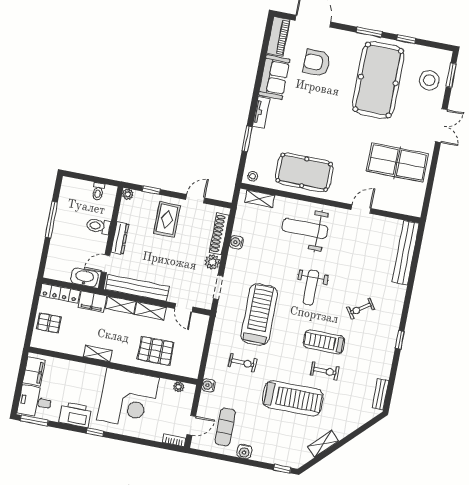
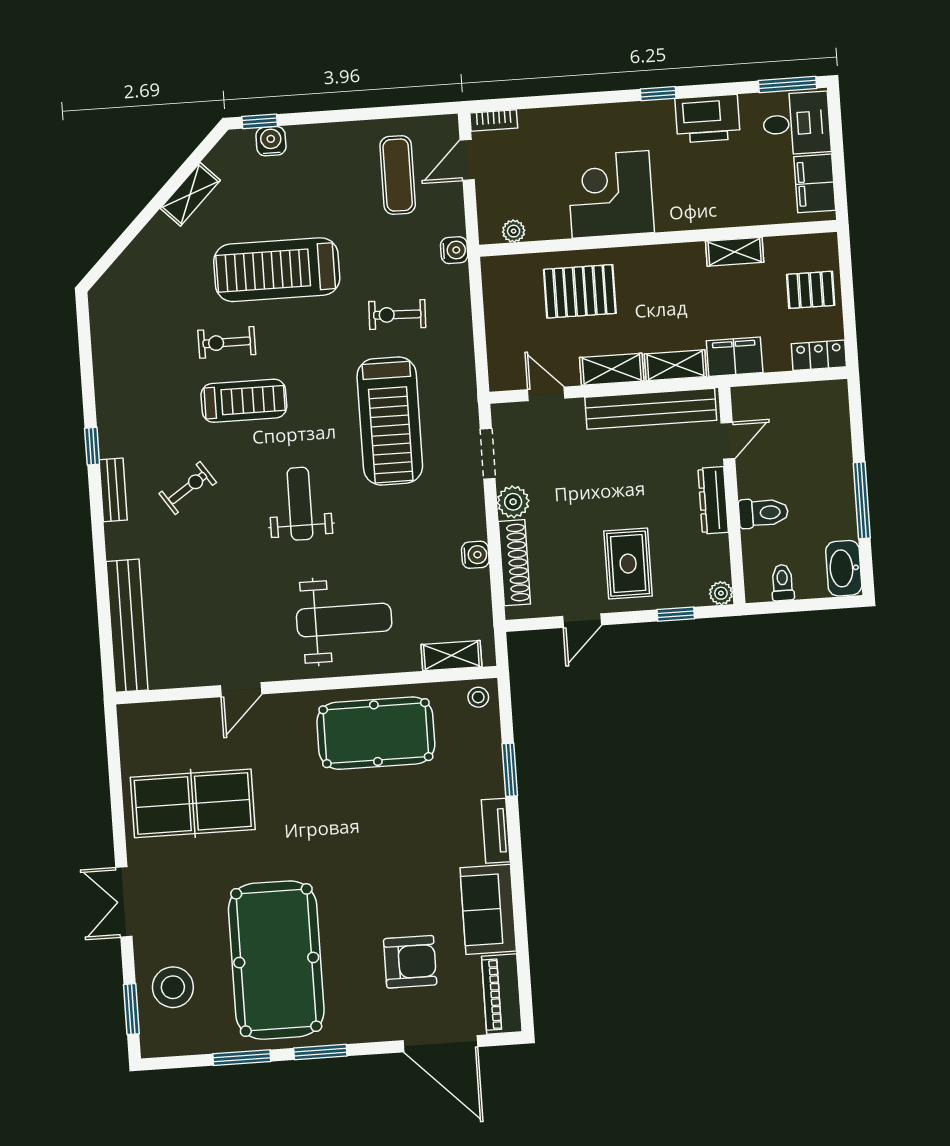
window: (406, 39) -> (242, 1058), width x1.50
washbasin: (84, 277) -> (844, 568), moved, turned 90
locker: (60, 293) -> (819, 355), width x0.66
shelving: (98, 354) -> (735, 252), moved
bench: (380, 394) -> (113, 490), moved
corner desk: (128, 399) -> (611, 194), width x0.74, depth x0.74
water cooler: (244, 451) -> (271, 141), moved

